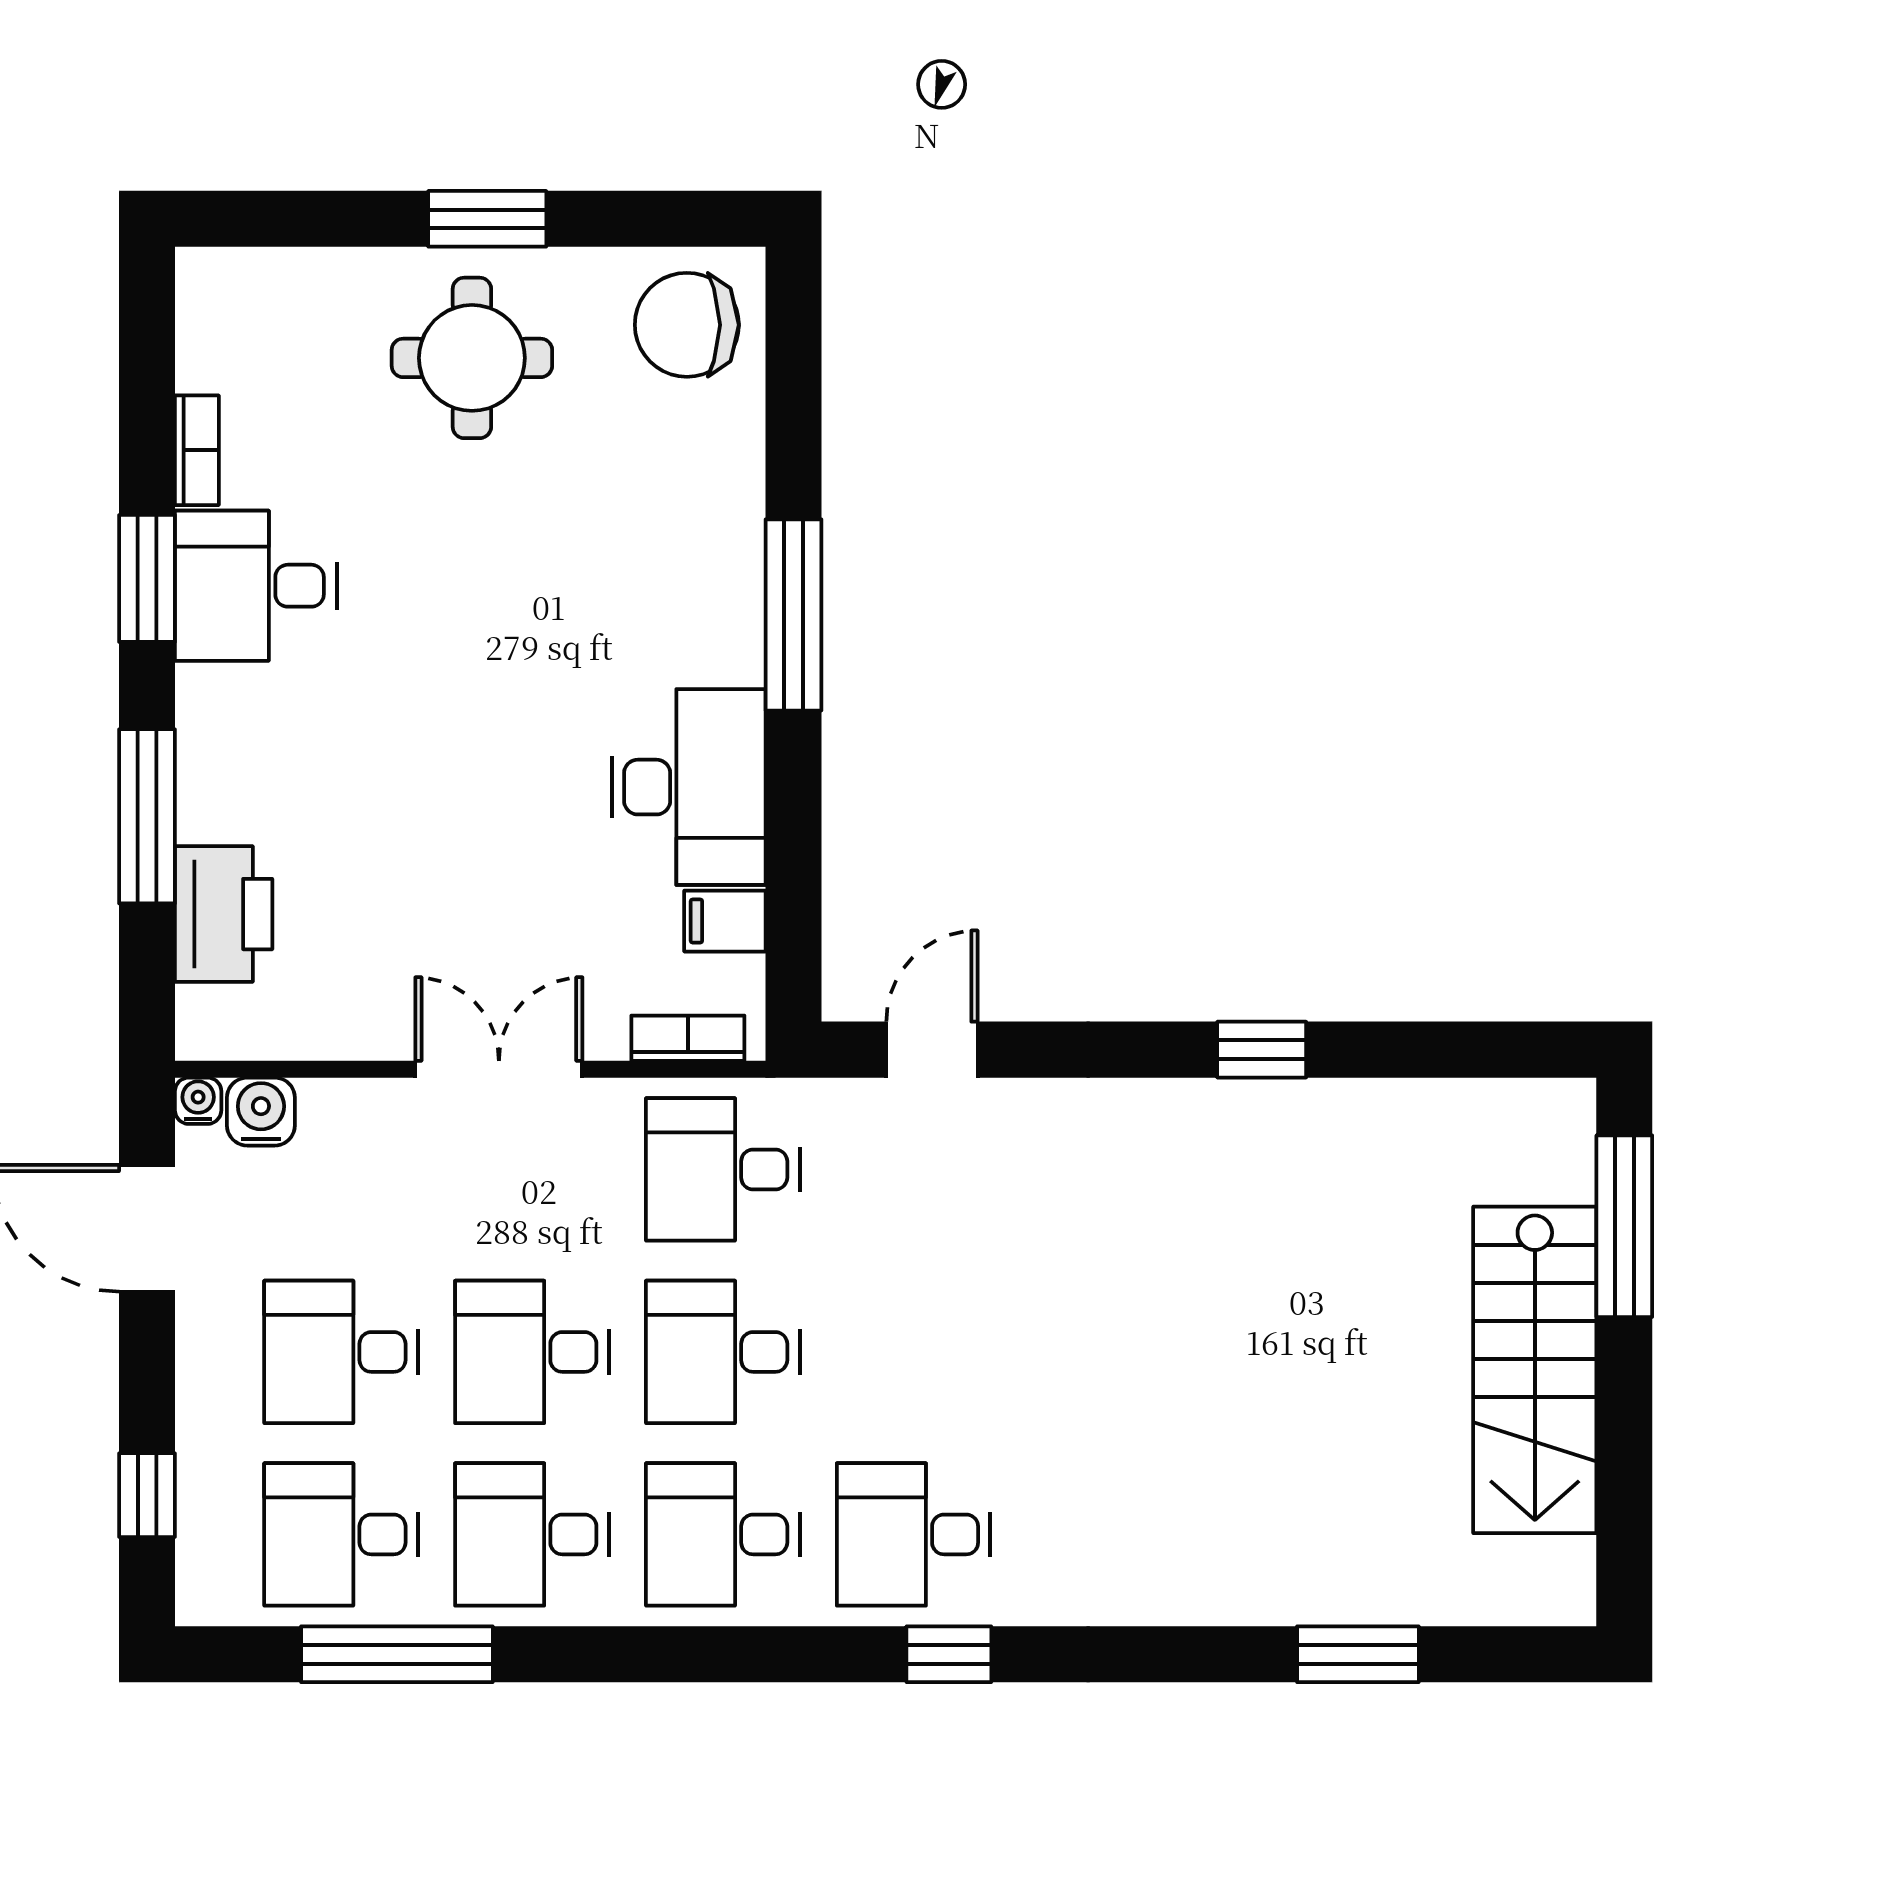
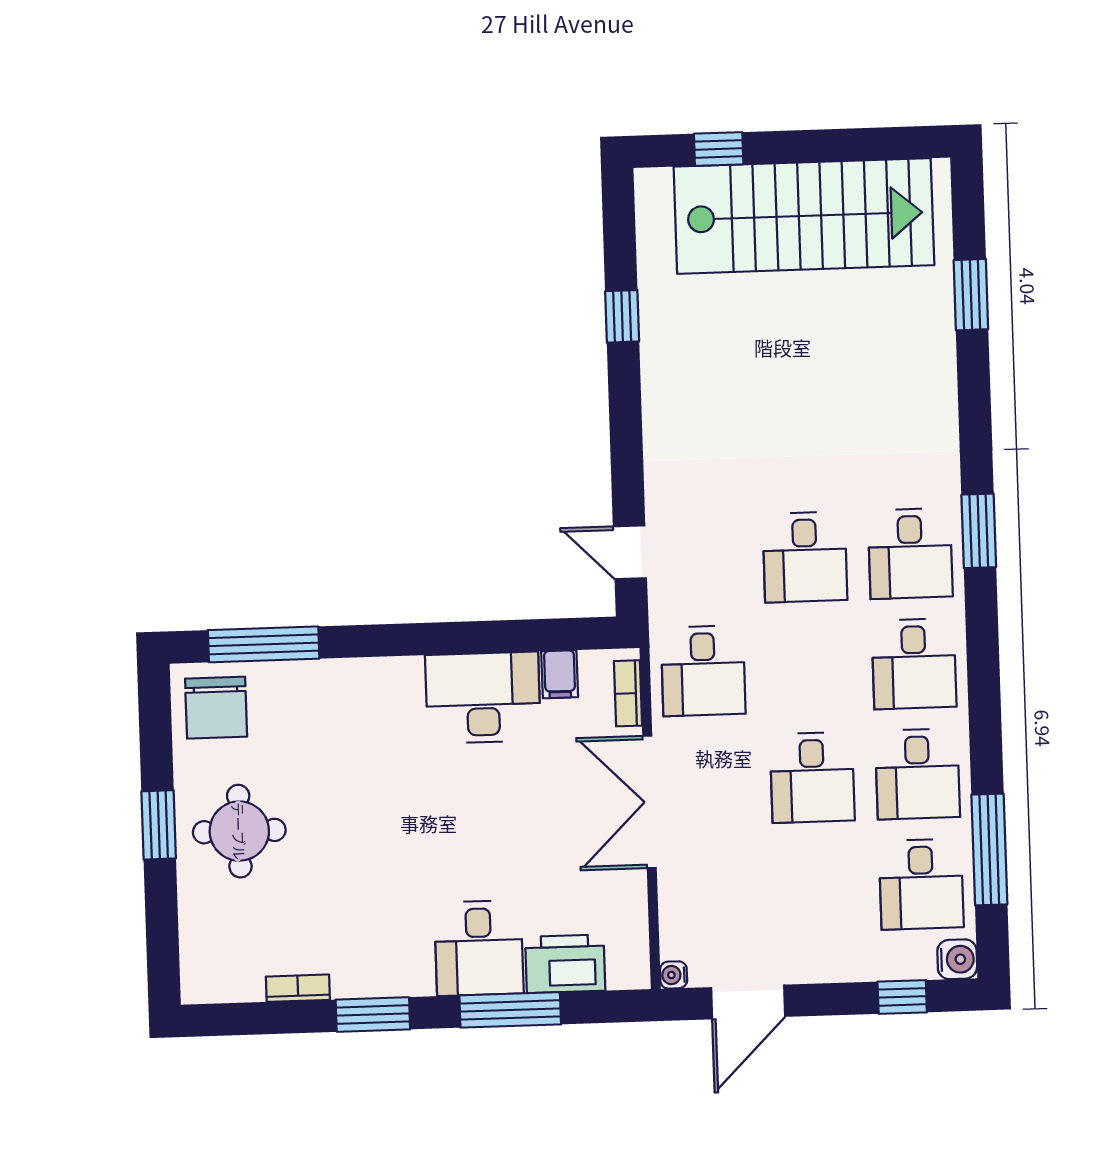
desk: (256, 586) -> (479, 948), moved
window: (793, 615) -> (264, 644), moved
window: (1262, 1050) -> (622, 316), moved
double door: (499, 1069) -> (650, 802), width x1.37
water cooler: (261, 1112) -> (957, 959), moved, turned 180
window: (1624, 1226) -> (719, 149), width x0.46
desk: (341, 1352) -> (816, 888), removed
desk: (723, 1352) -> (805, 557), moved
stairs: (1535, 1370) -> (804, 216), width x1.36, depth x1.51
window: (949, 1654) -> (979, 531), width x1.50

